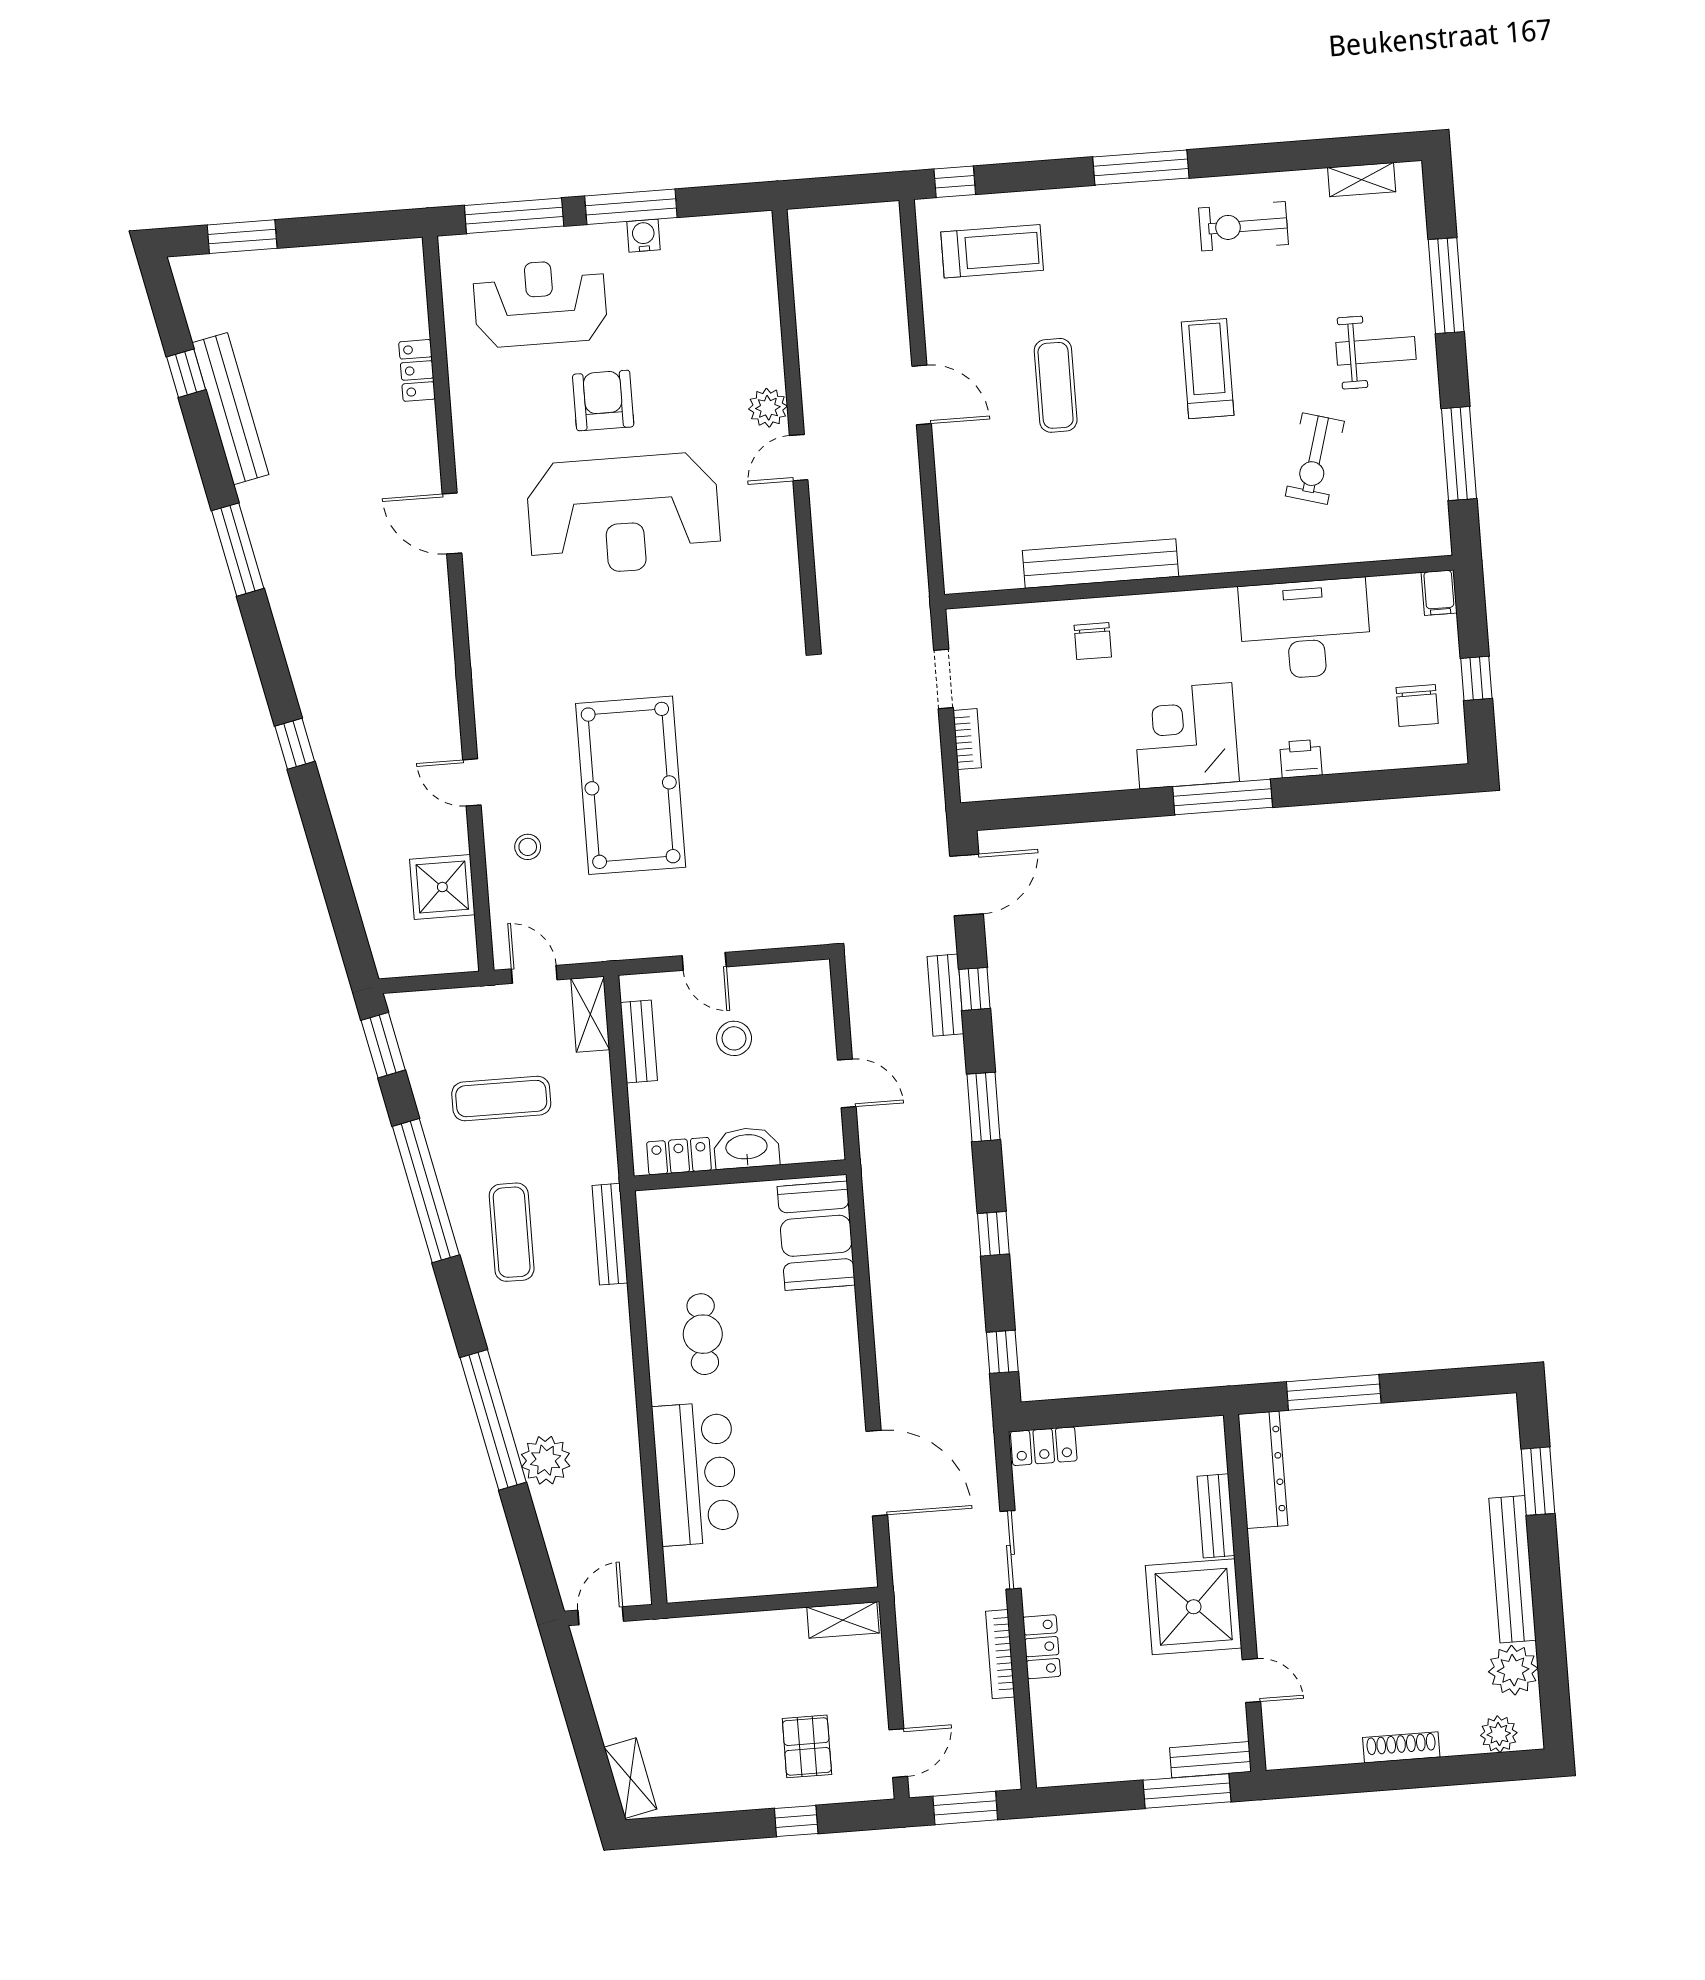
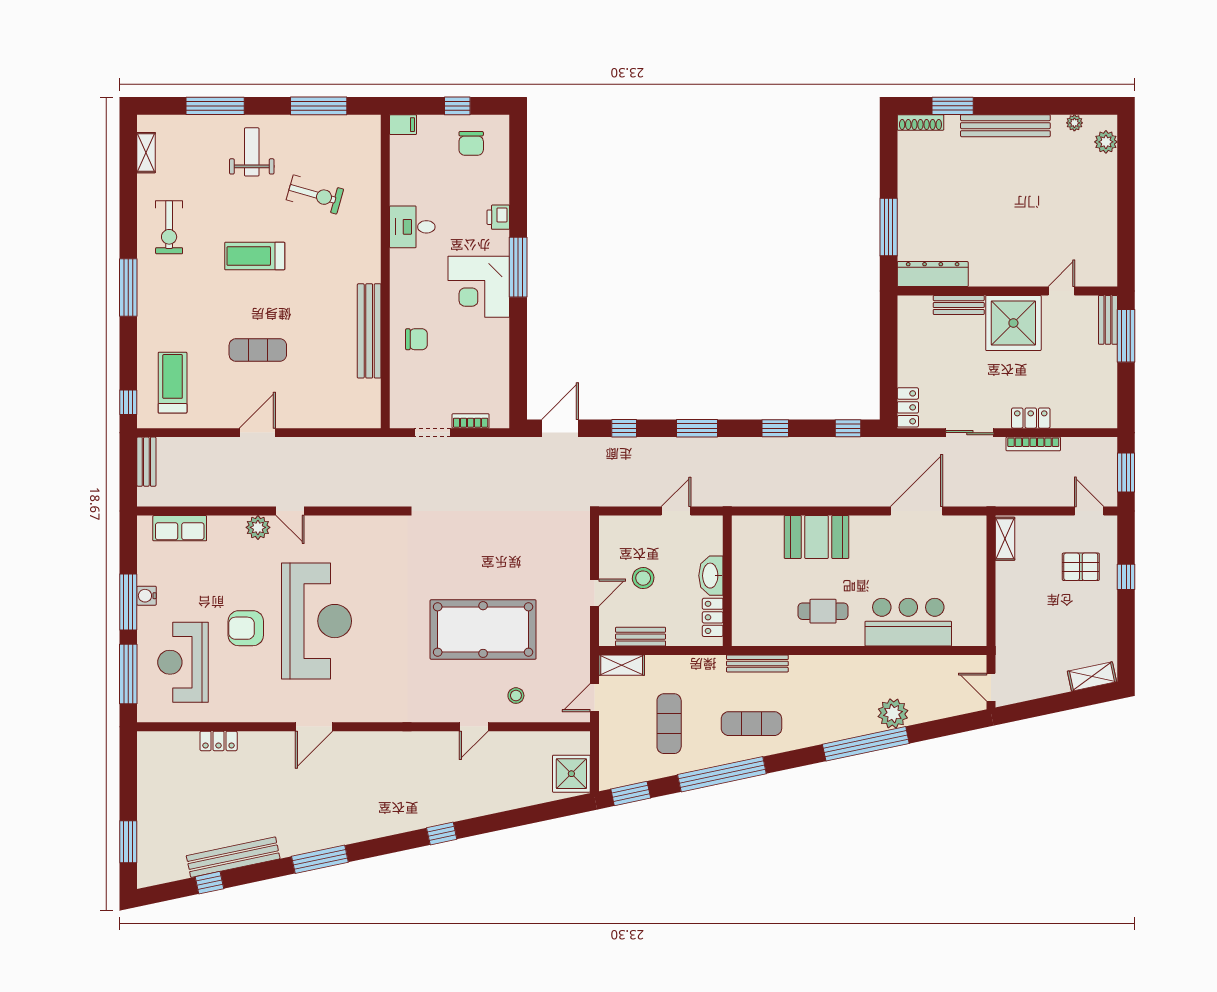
row of seats: (757, 281) -> (180, 528), added
desk: (1305, 629) -> (412, 227), width x0.53, depth x0.77
chair: (1417, 705) -> (471, 143), turned 90
door: (966, 885) -> (560, 428), hinge flipped
shower: (442, 887) -> (571, 774), moved
bench: (945, 995) -> (146, 462), moved, turned 90
booth: (816, 1236) -> (816, 537), moved
plant: (1513, 1670) -> (1074, 123), width x0.53, depth x0.53
shoe rack: (1401, 1747) -> (920, 122), moved, turned -90

